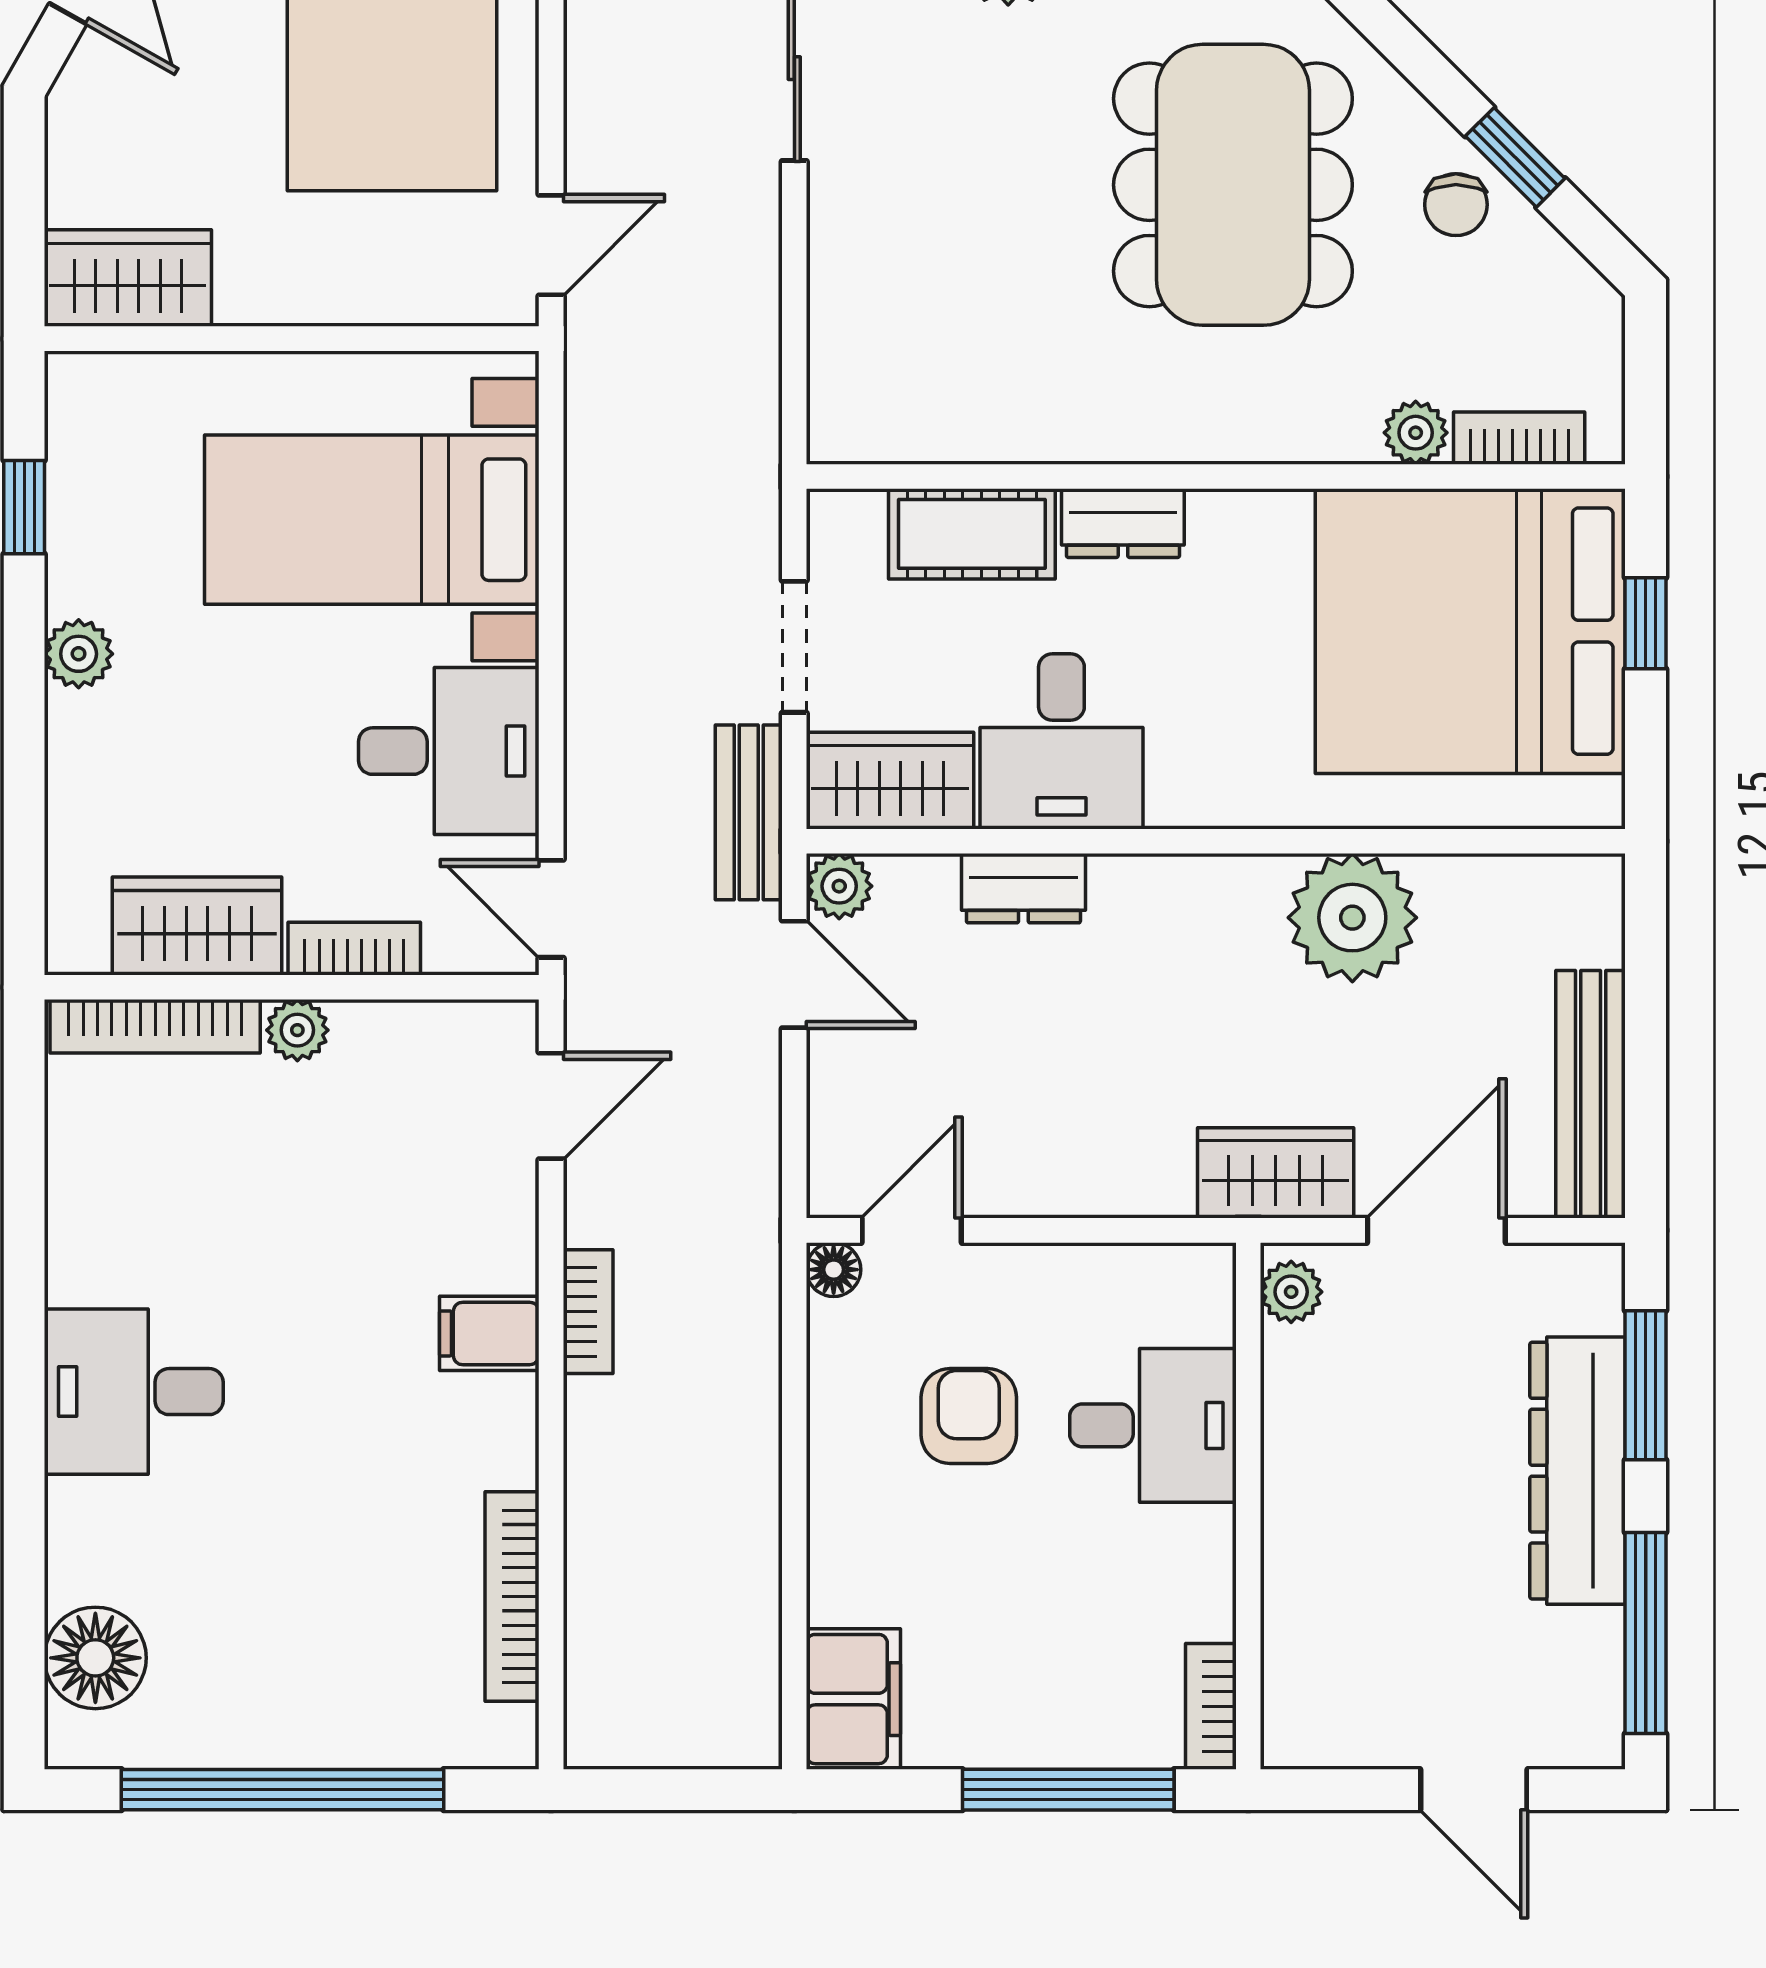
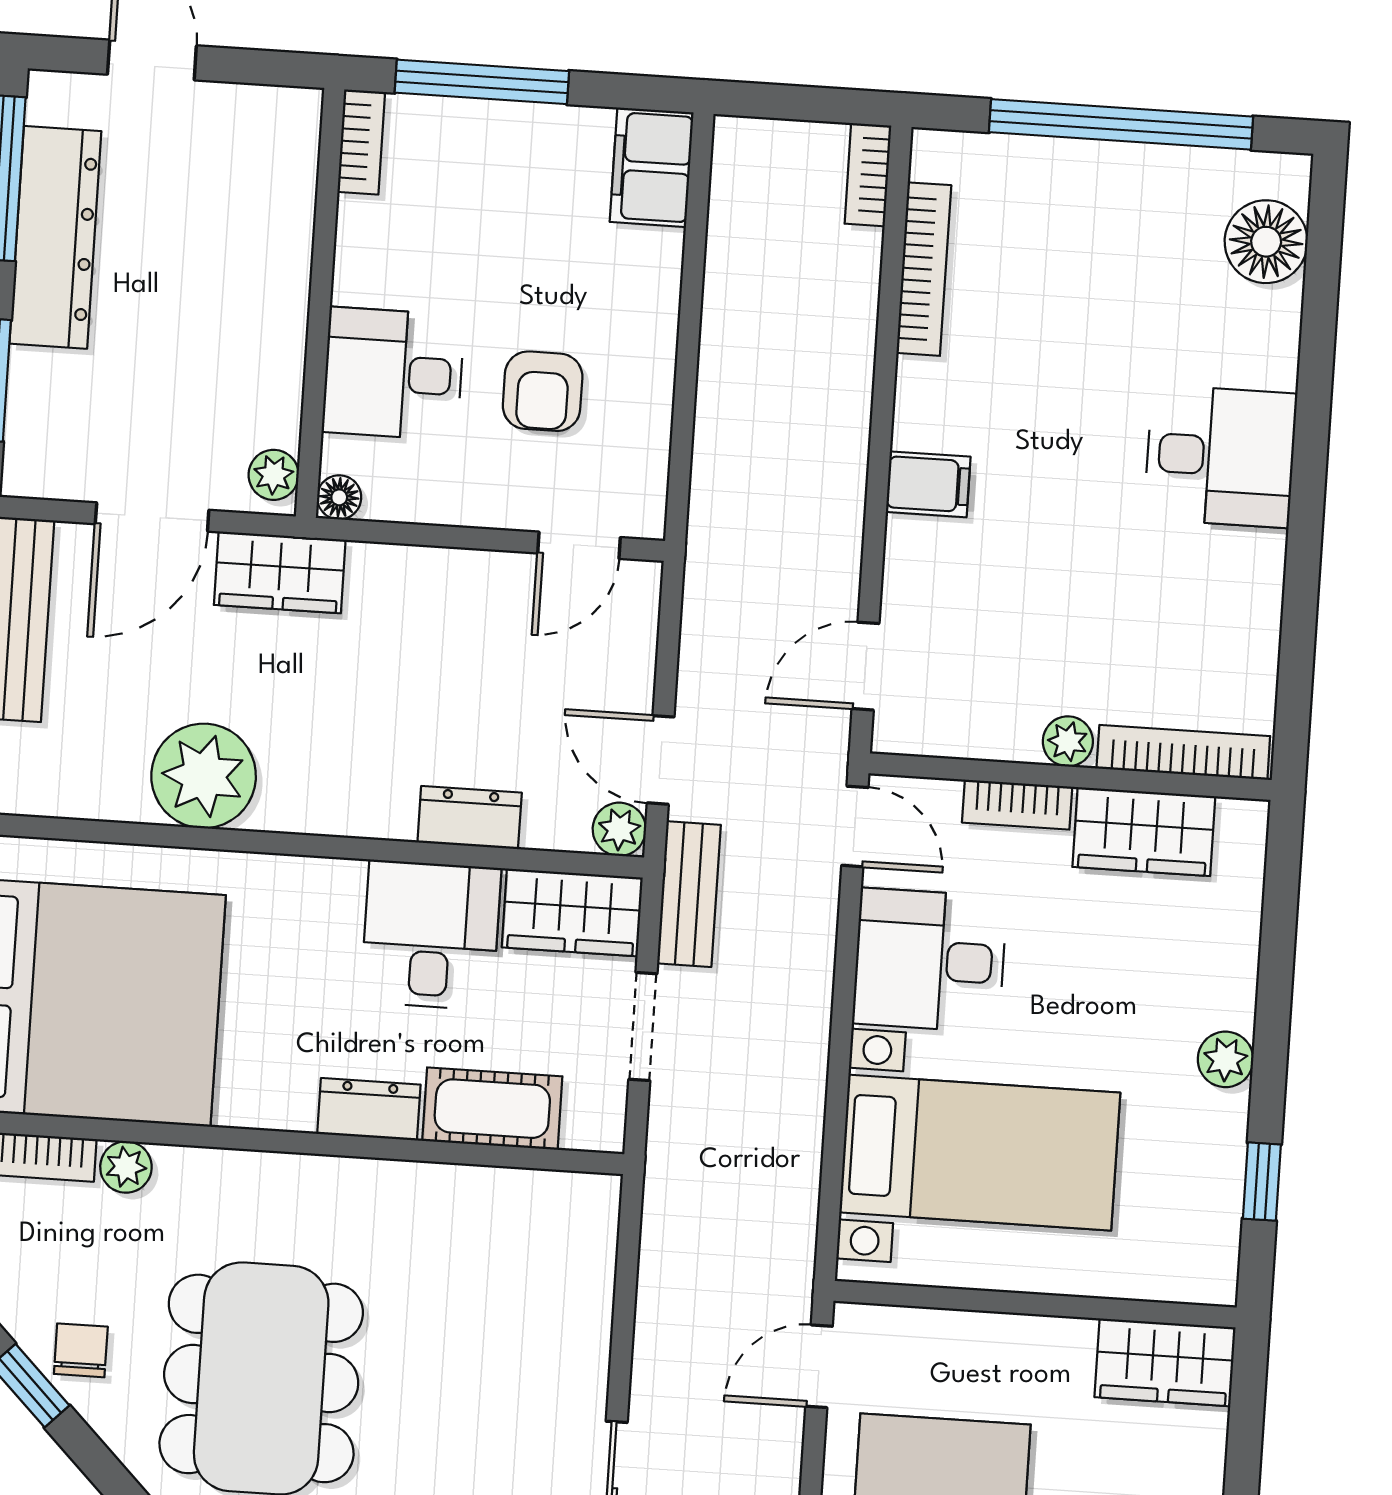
floor lamp: (834, 1270) -> (339, 497), moved
bookcase: (588, 1312) -> (868, 175), moved
dresser: (1578, 1471) -> (55, 237), moved

